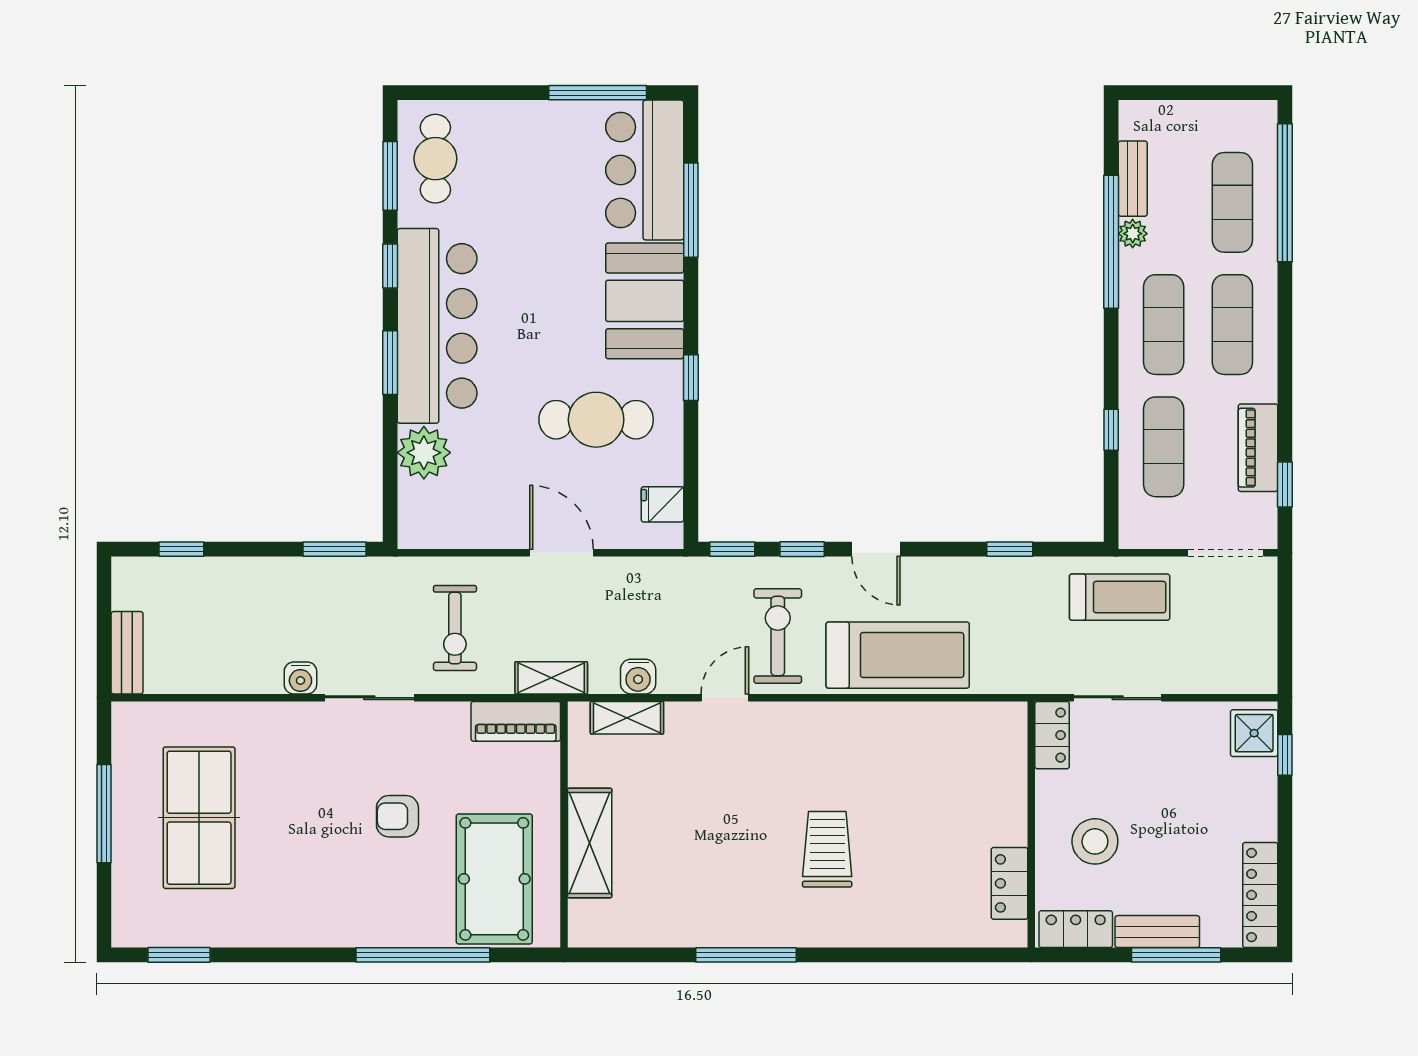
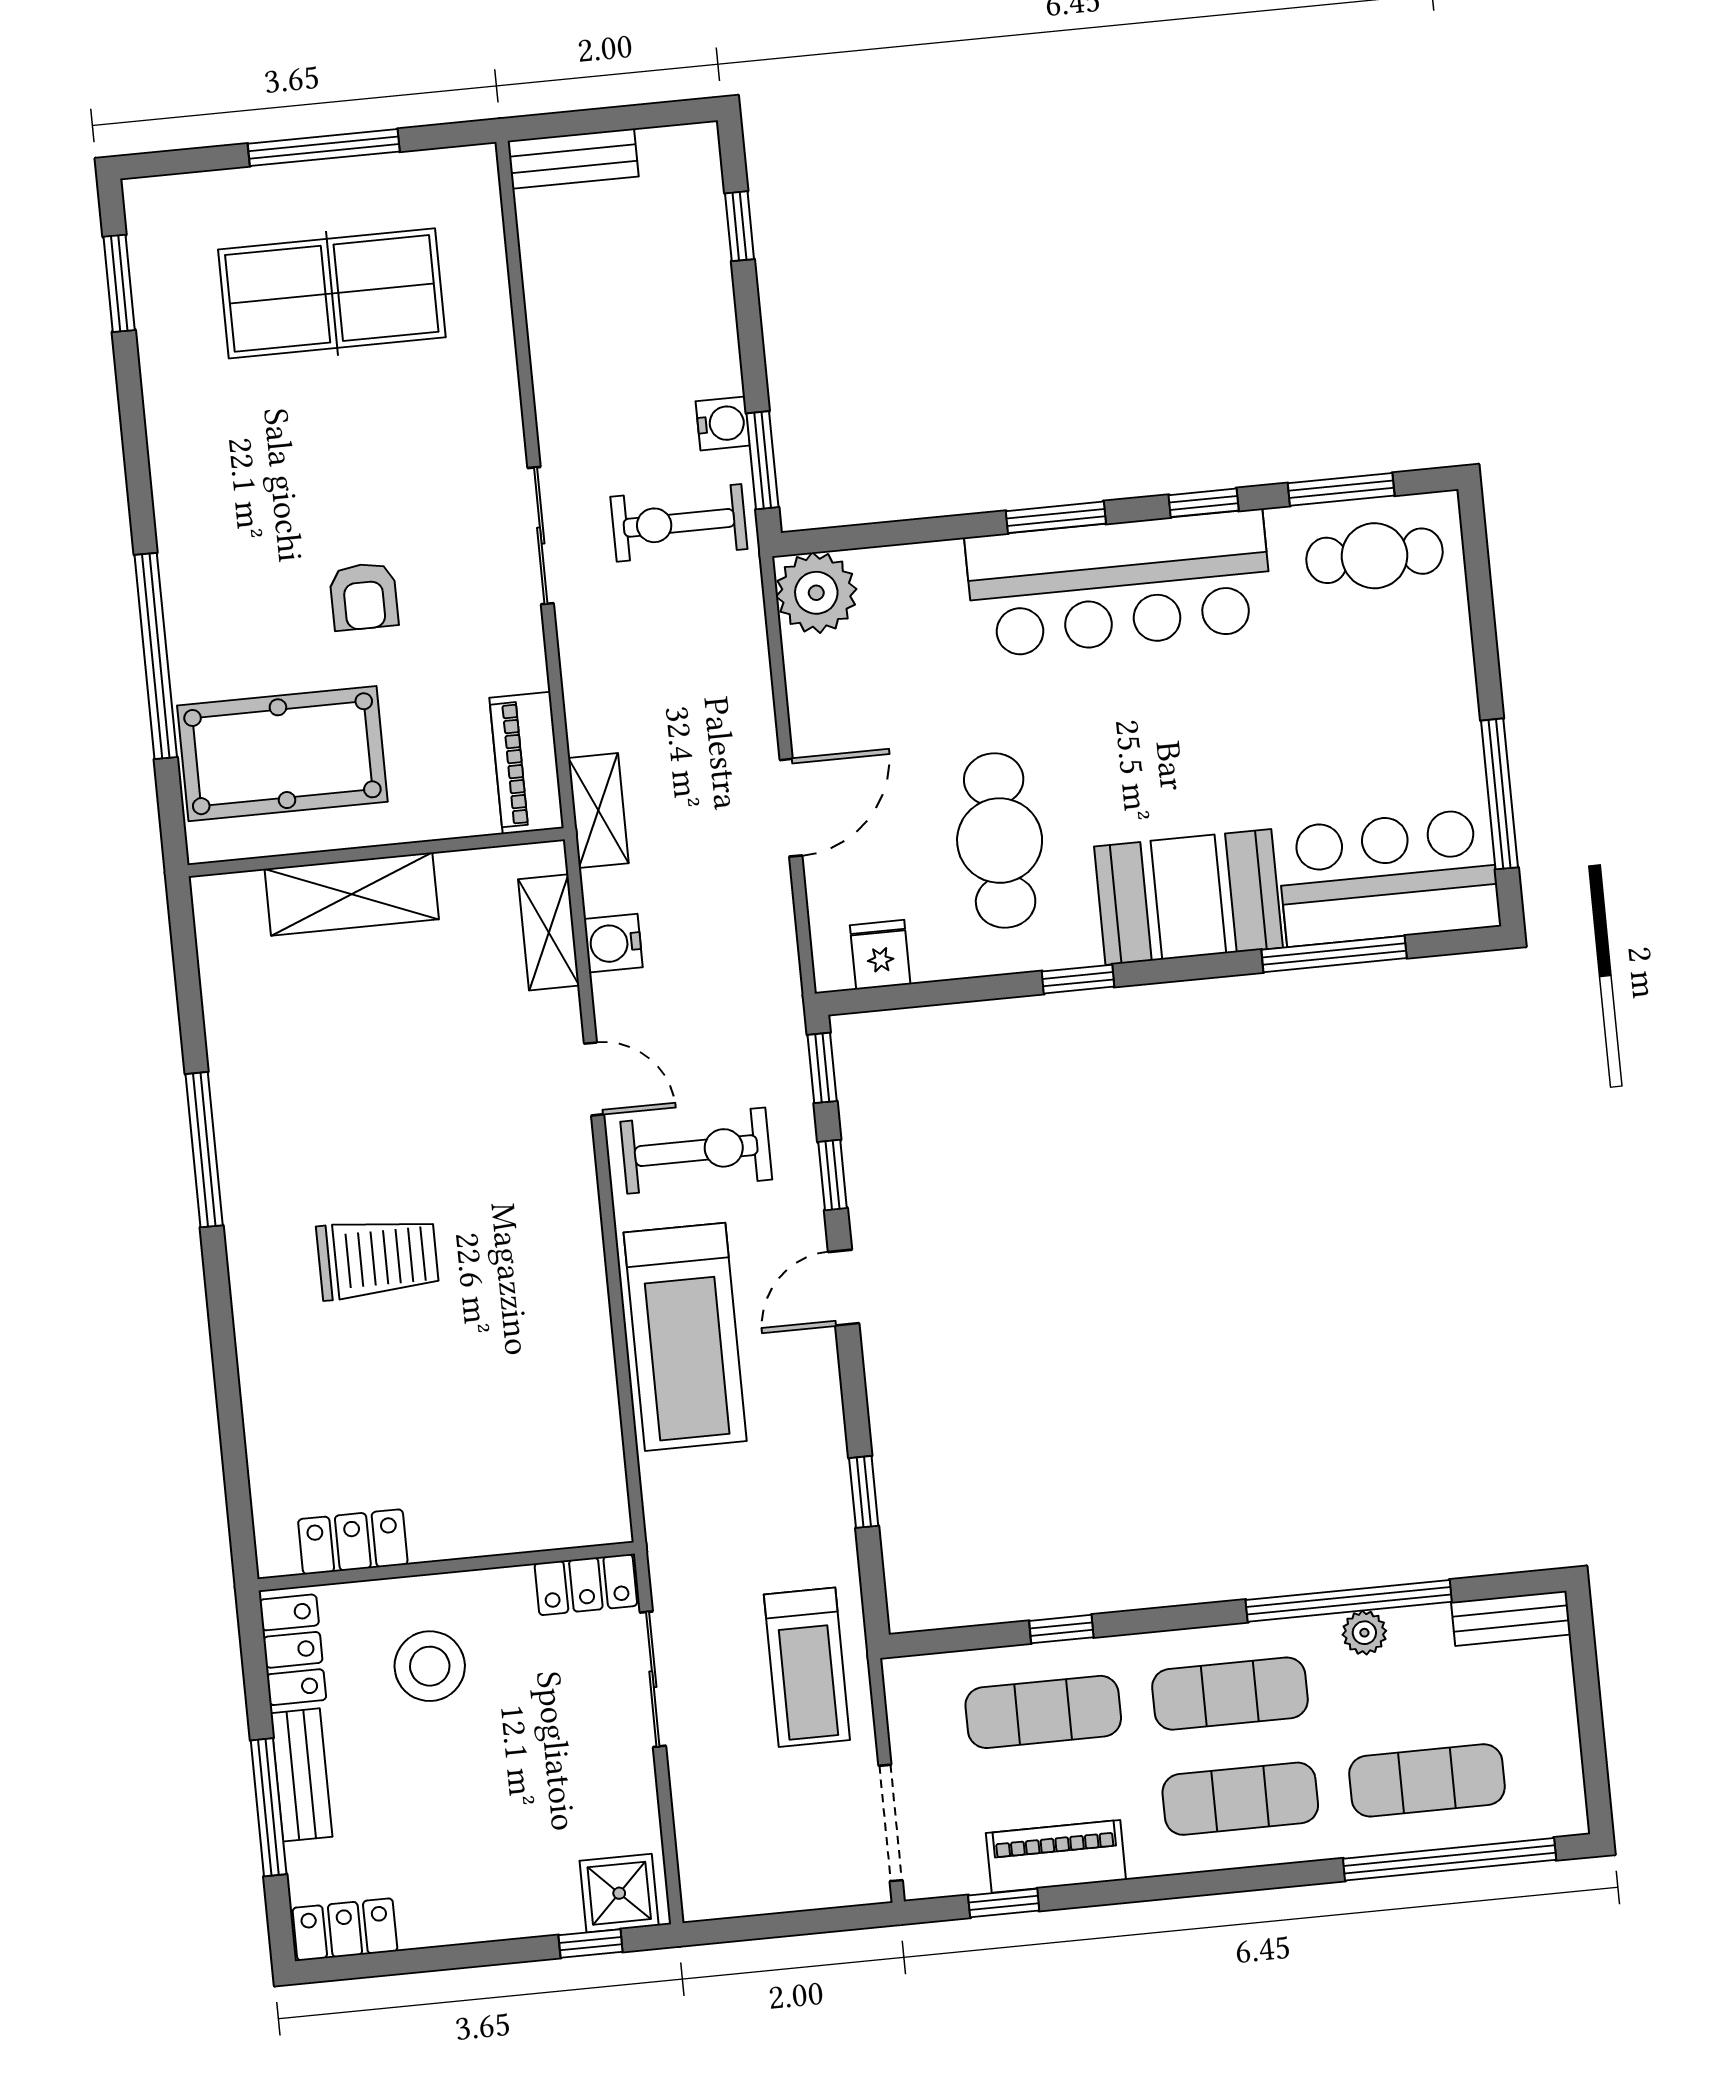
bench: (1133, 179) -> (1511, 1618), moved
plant: (424, 453) -> (816, 593), moved
exercise bike: (455, 628) -> (679, 523), moved
water cooler: (300, 678) -> (723, 423), moved, turned 180
armchair: (397, 816) -> (364, 596), turned 180
locker: (1260, 895) -> (345, 1929), width x0.66

